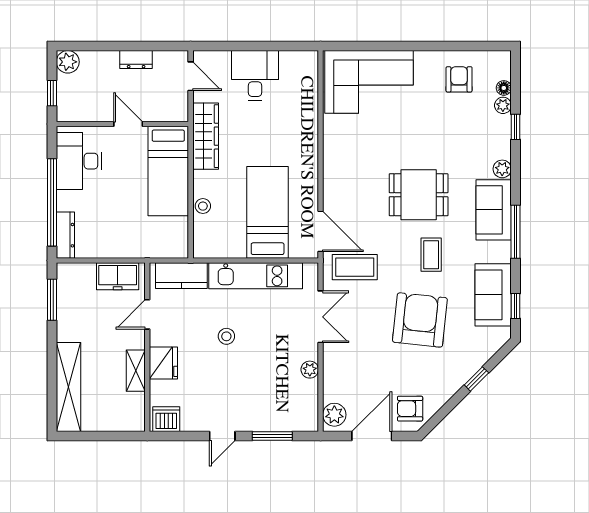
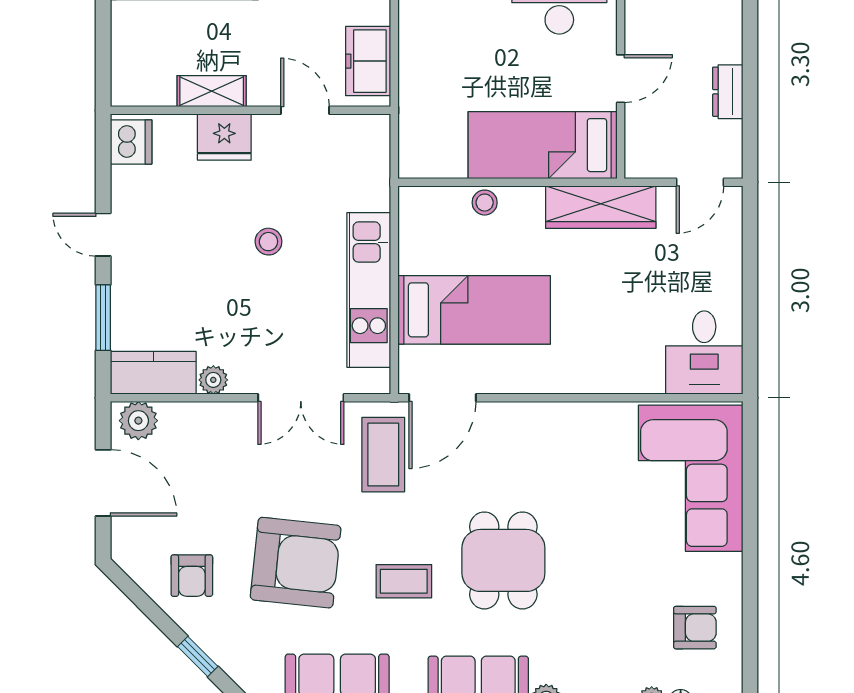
desk: (255, 76) -> (704, 353), moved, turned 90
kitchen counter: (181, 276) -> (153, 373), moved, turned 90
armchair: (410, 409) -> (192, 576), moved, turned 180

